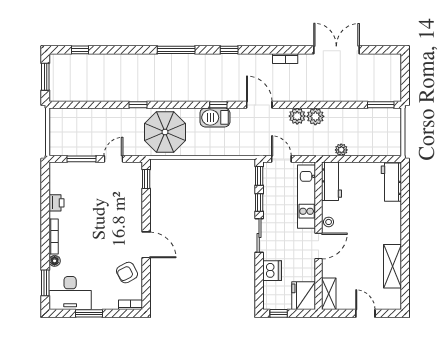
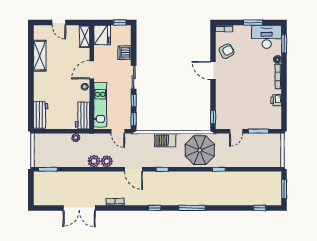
barbecue: (215, 117) -> (165, 140), moved, turned 180

